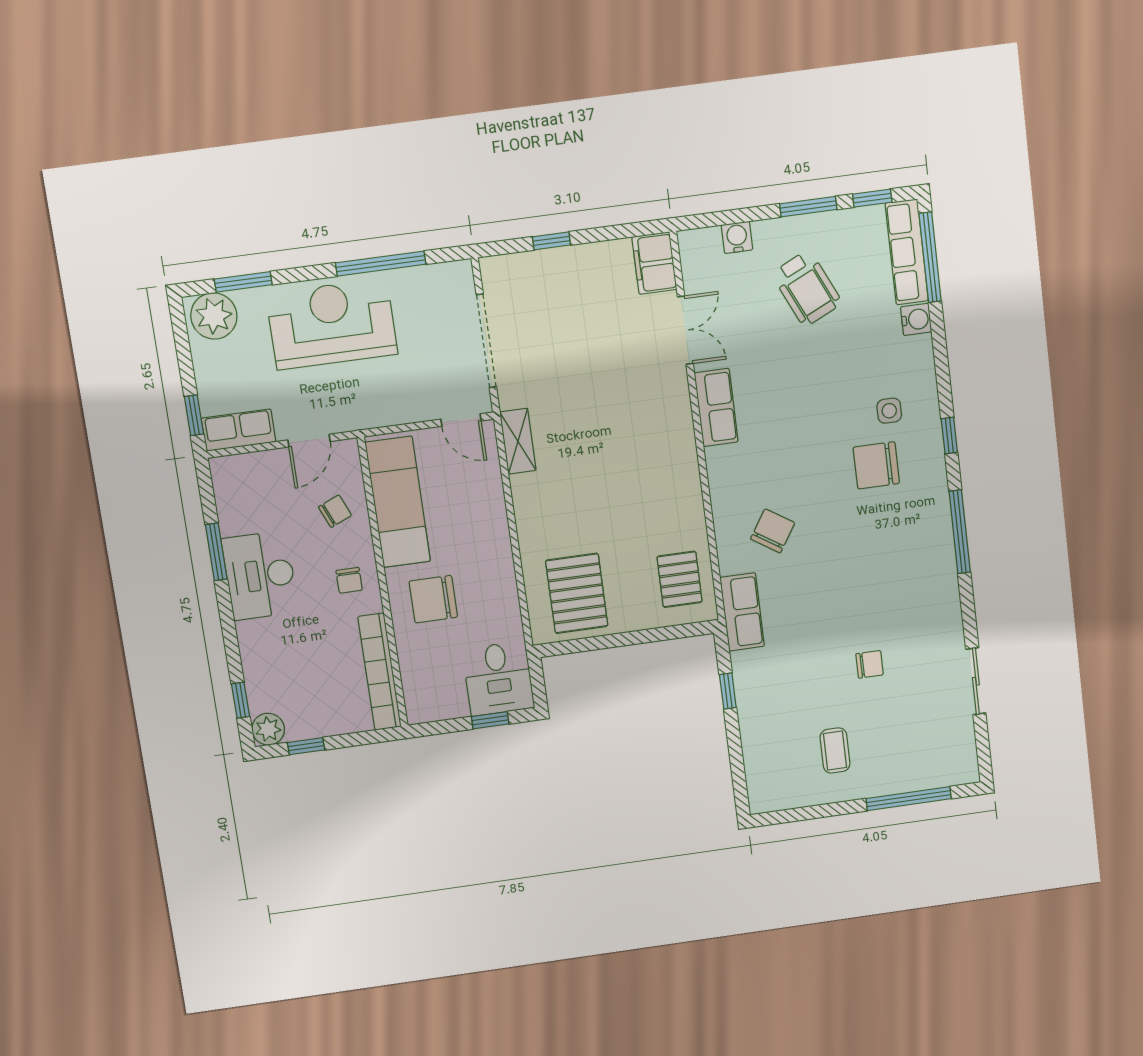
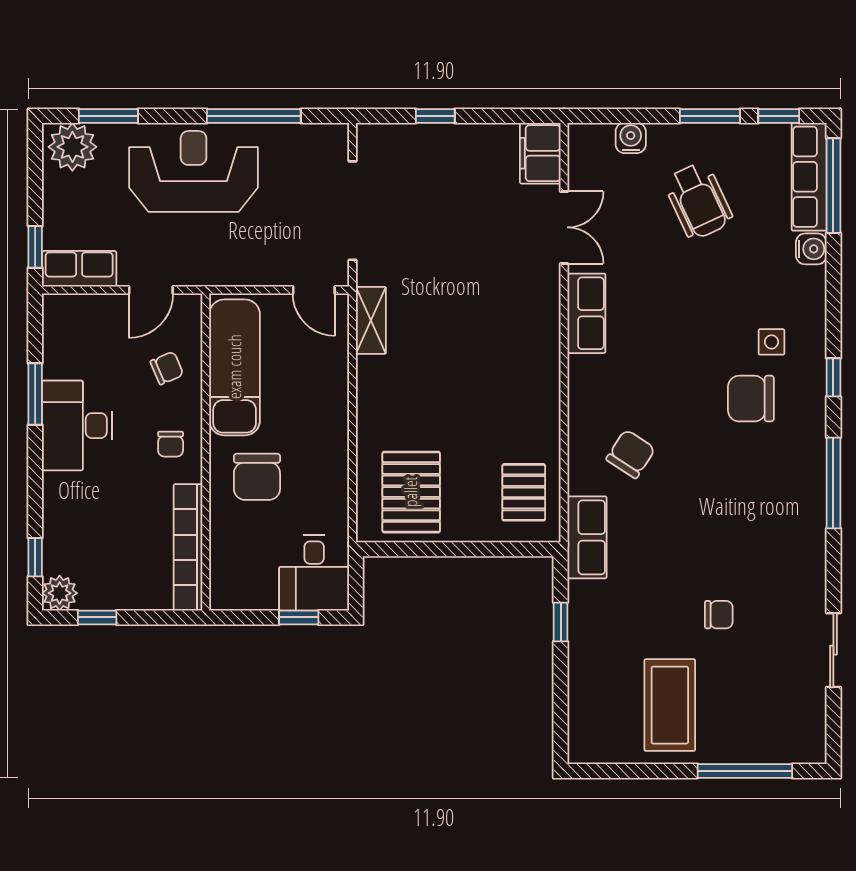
chair: (433, 599) -> (257, 477), turned -90
coffee table: (835, 750) -> (670, 705), width x1.86, depth x1.72

